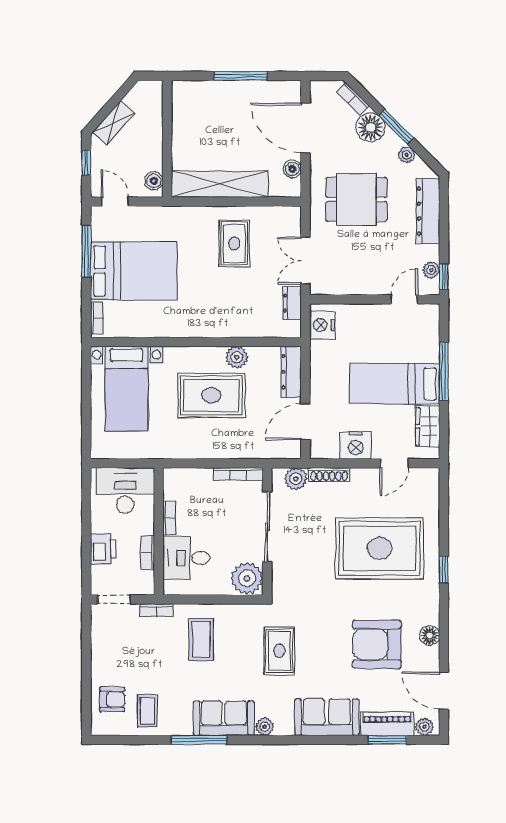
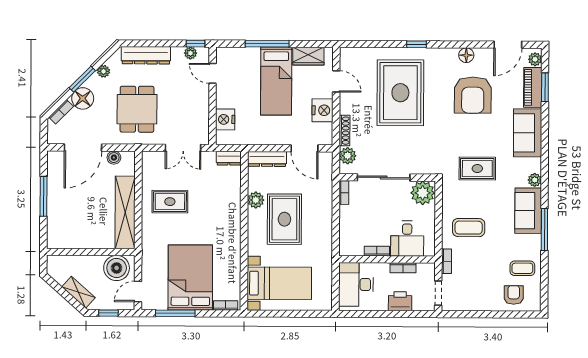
boiler: (154, 181) -> (117, 268), width x1.86, depth x1.86
dresser: (292, 303) -> (229, 158), moved
nightstand: (322, 325) -> (225, 119), moved, turned 90
bookcase: (238, 474) -> (344, 193), width x0.64

